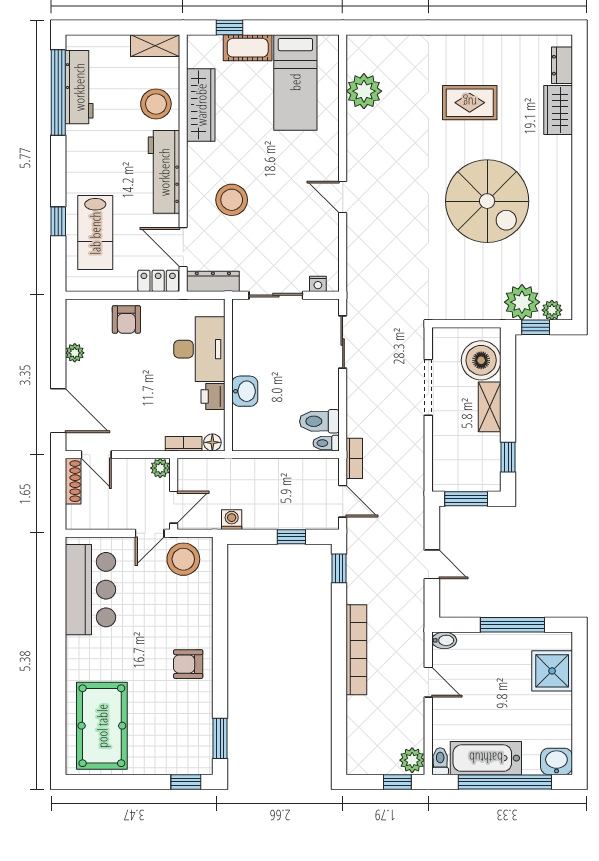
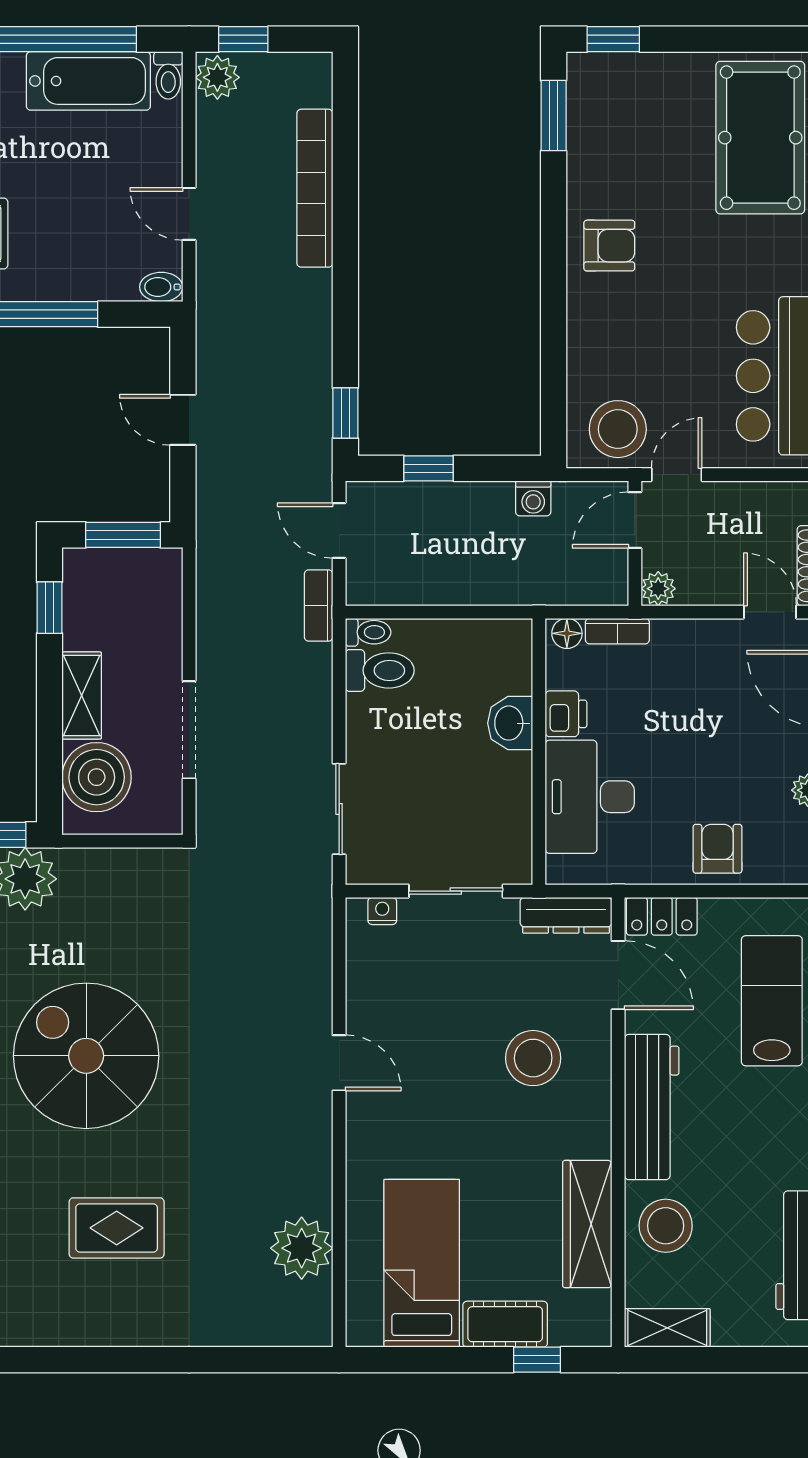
bookcase: (356, 650) -> (315, 188), moved

